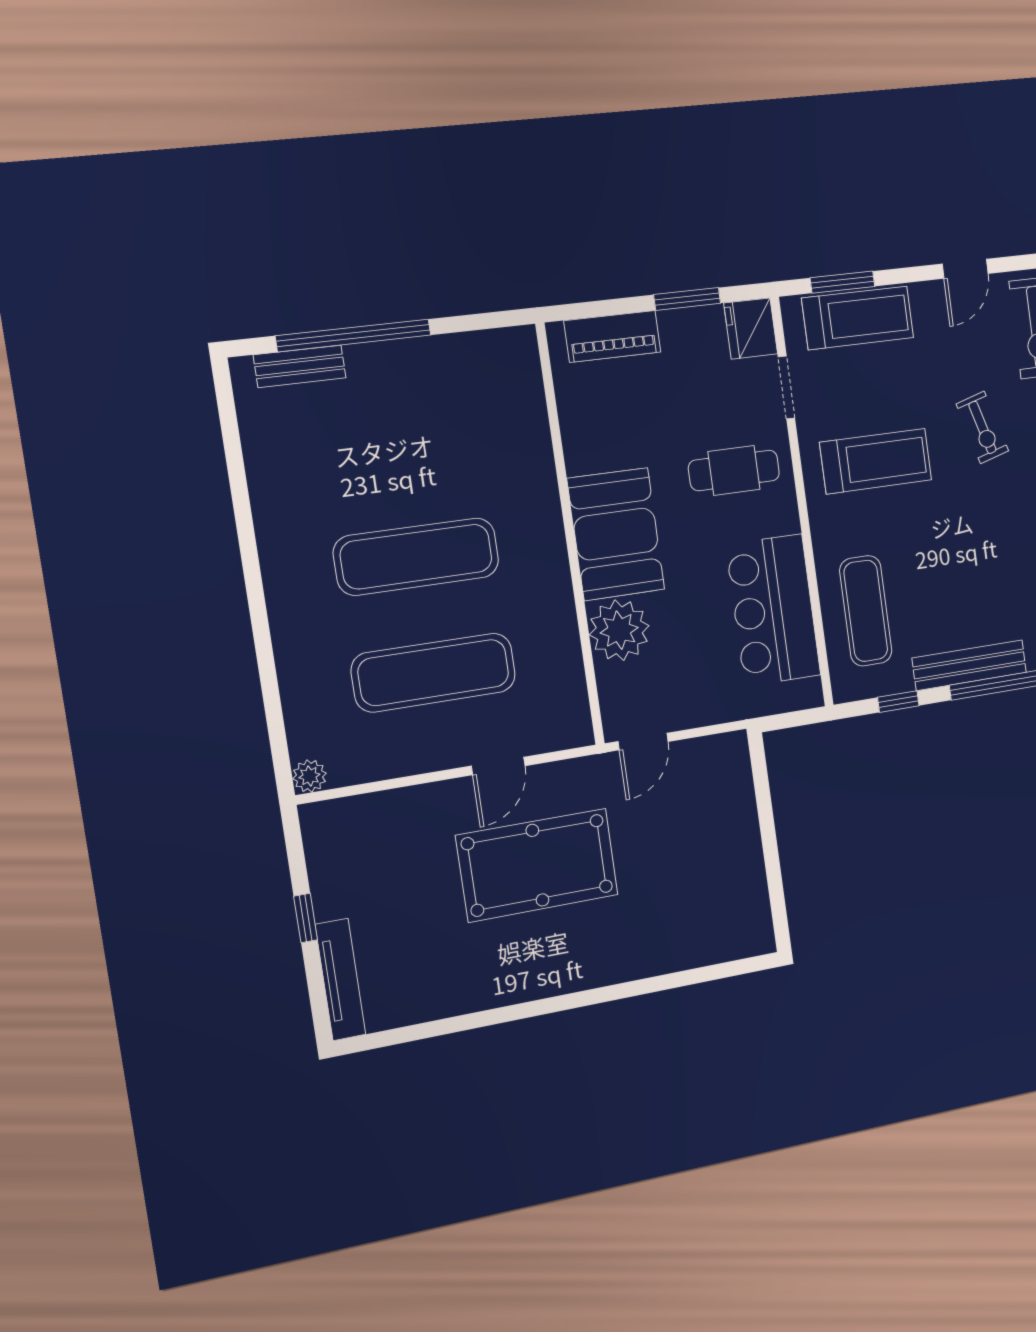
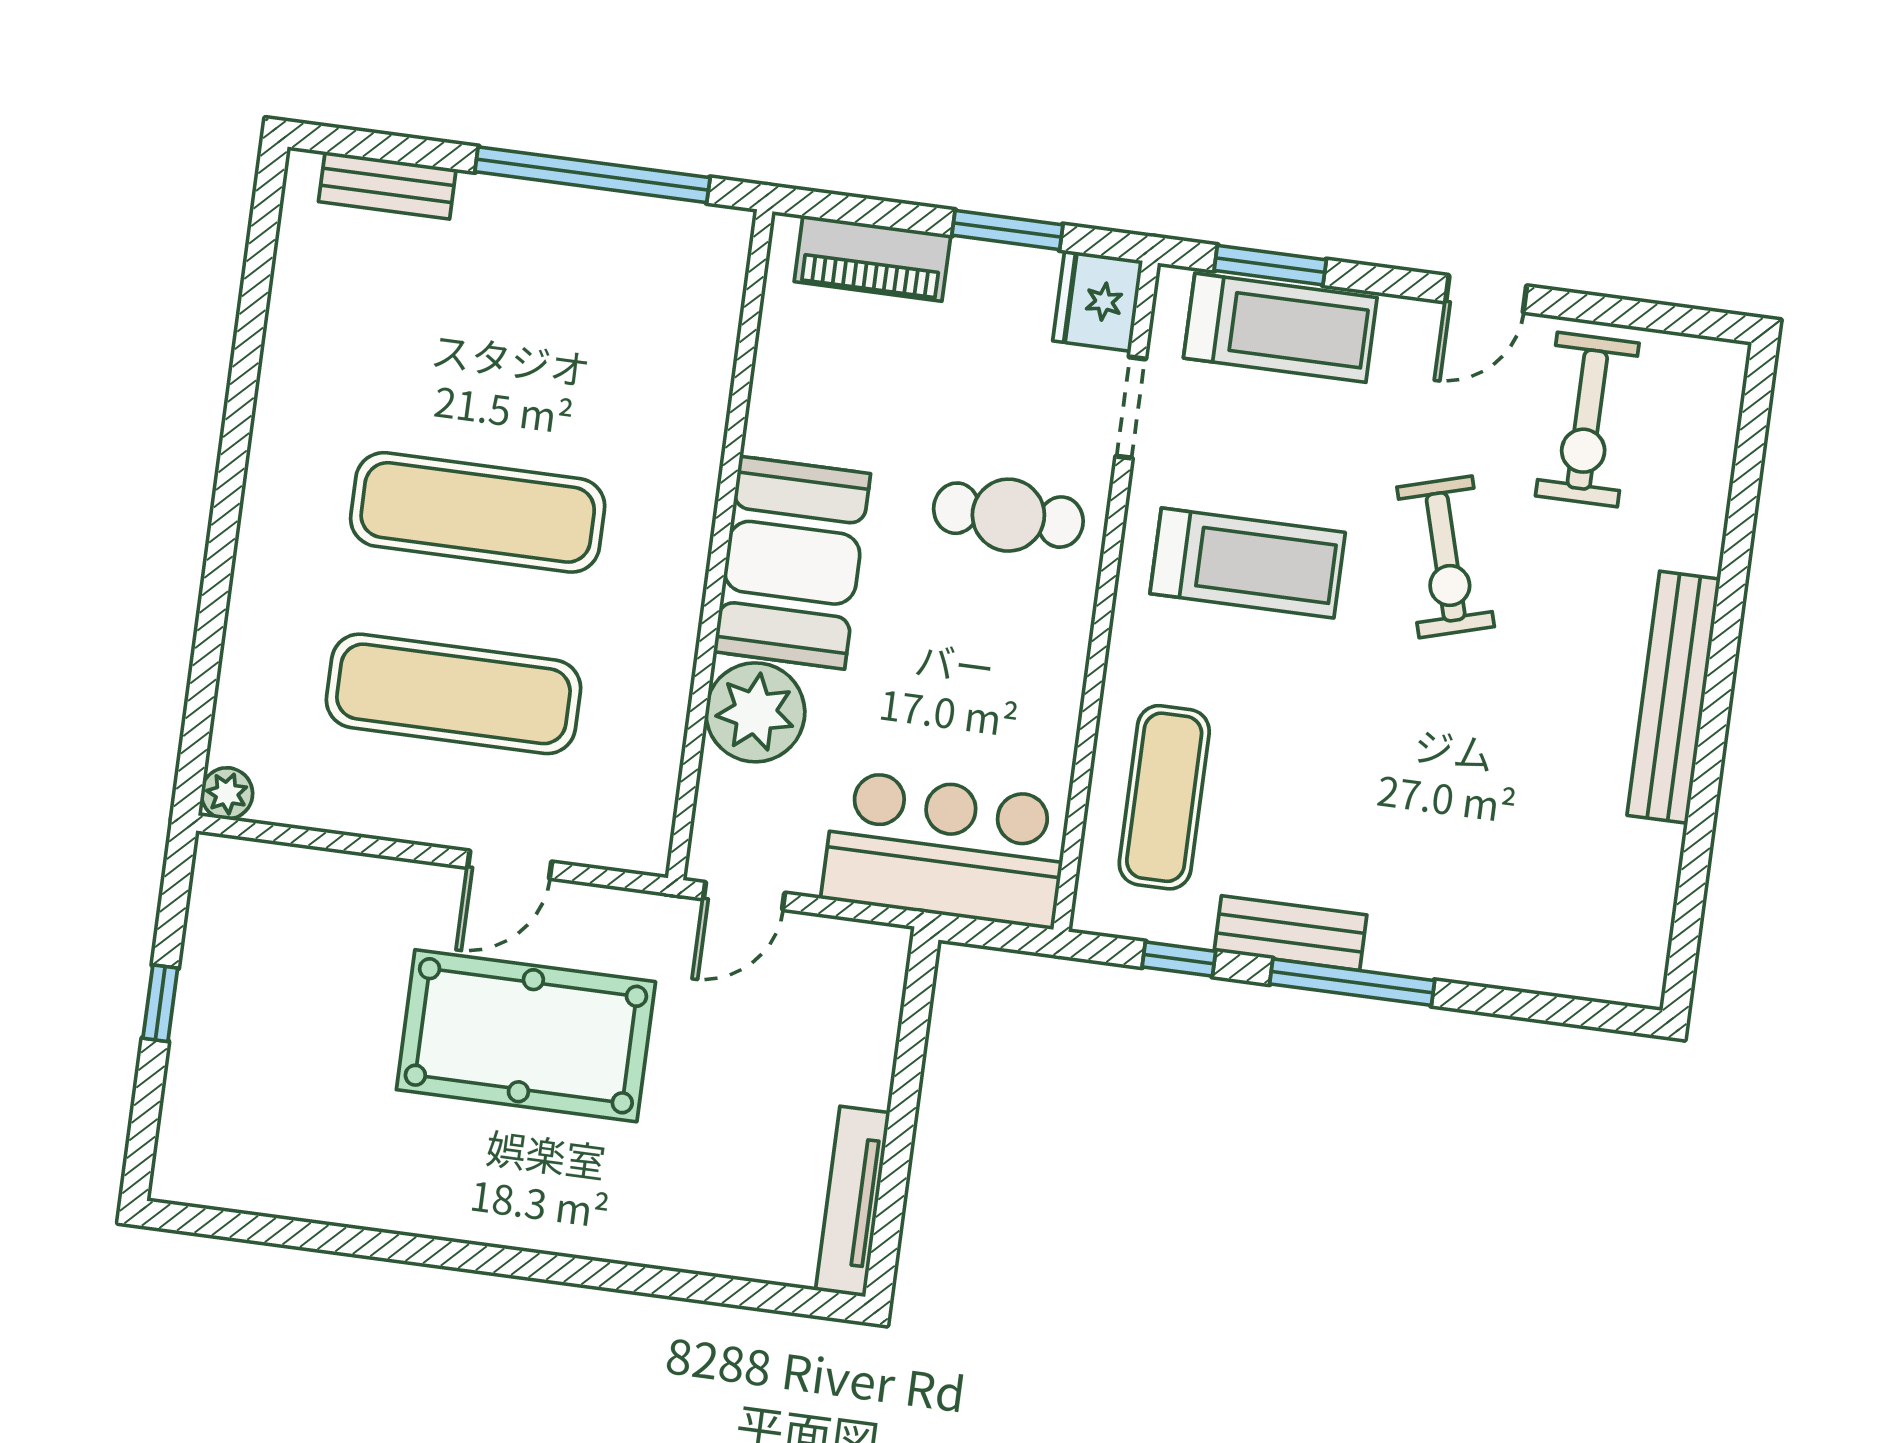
window: (354, 335) -> (592, 175), moved
exercise bike: (982, 427) -> (1446, 557), width x1.38, depth x1.39
bar counter: (773, 610) -> (946, 849), moved, turned 90
bench: (970, 665) -> (1291, 933), width x0.73
tv unit: (340, 979) -> (853, 1201), moved, turned 180

